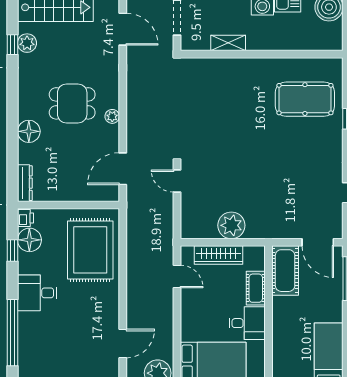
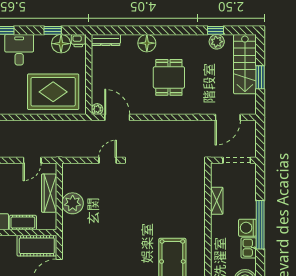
plant: (112, 116) -> (97, 109), moved

